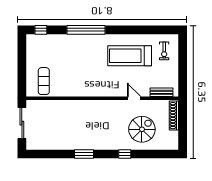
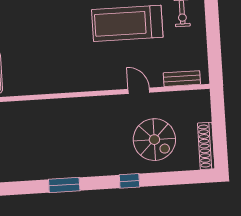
shoe rack: (174, 116) -> (206, 146), moved
spiral stairs: (142, 129) -> (154, 140), turned 90

